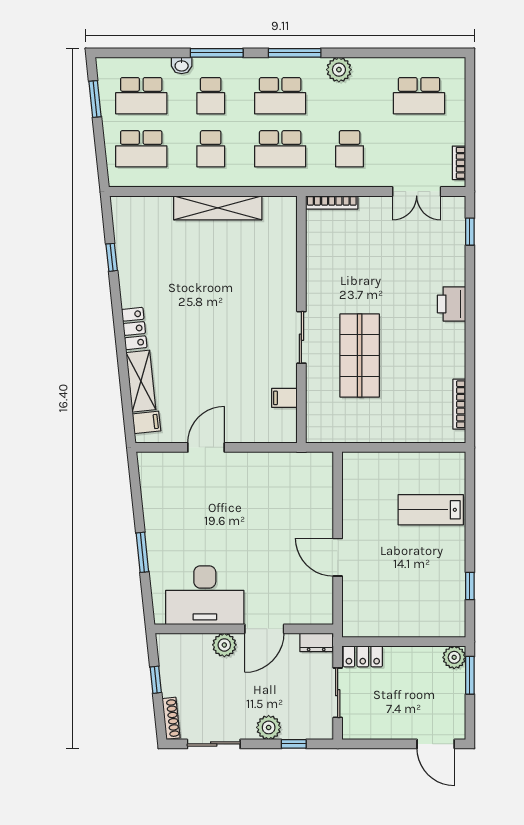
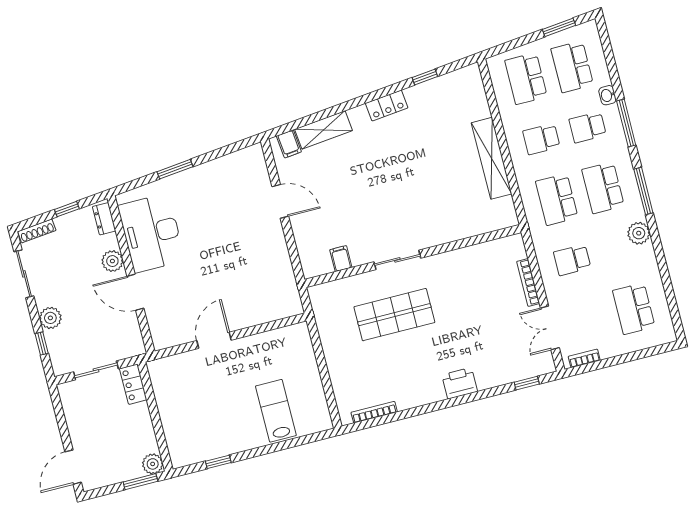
bookcase: (332, 202) -> (528, 283), moved
locker: (134, 328) -> (387, 105), moved
dresser: (316, 642) -> (104, 219), moved

